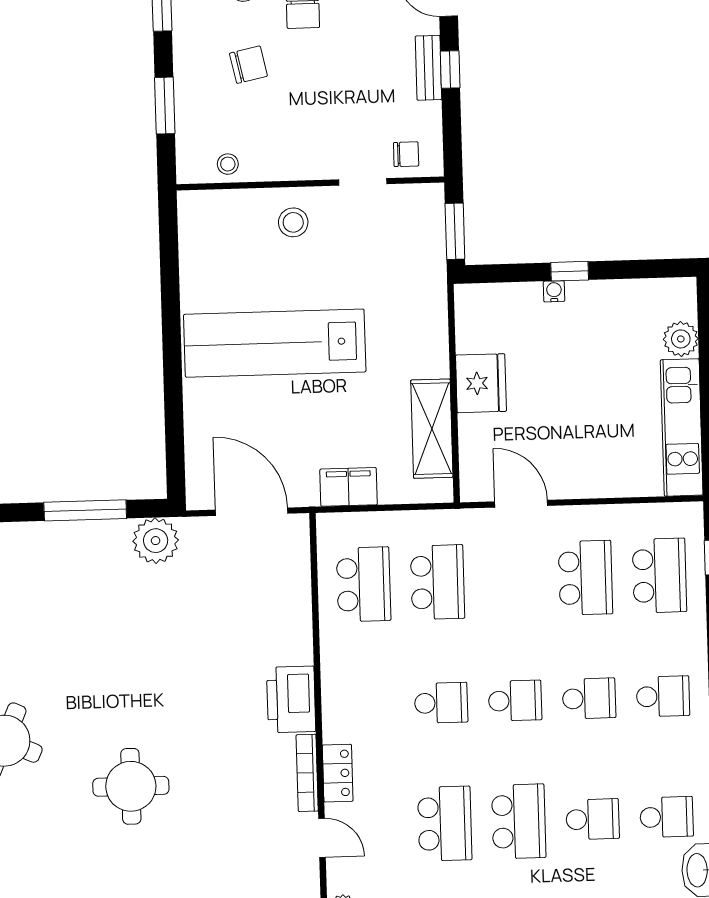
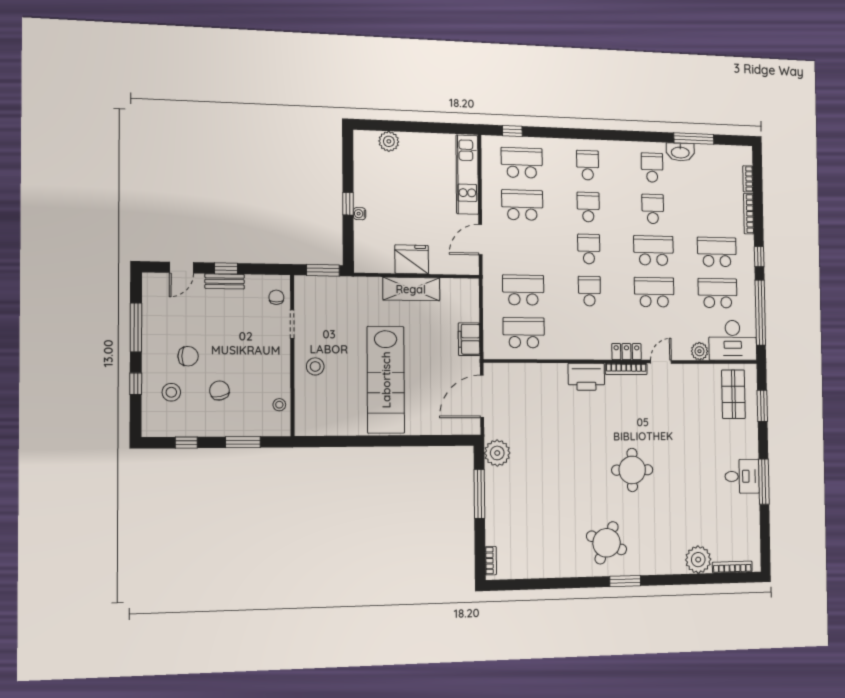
kitchen unit: (682, 427) -> (467, 175), moved, turned 90
shelving: (432, 429) -> (411, 289), moved

